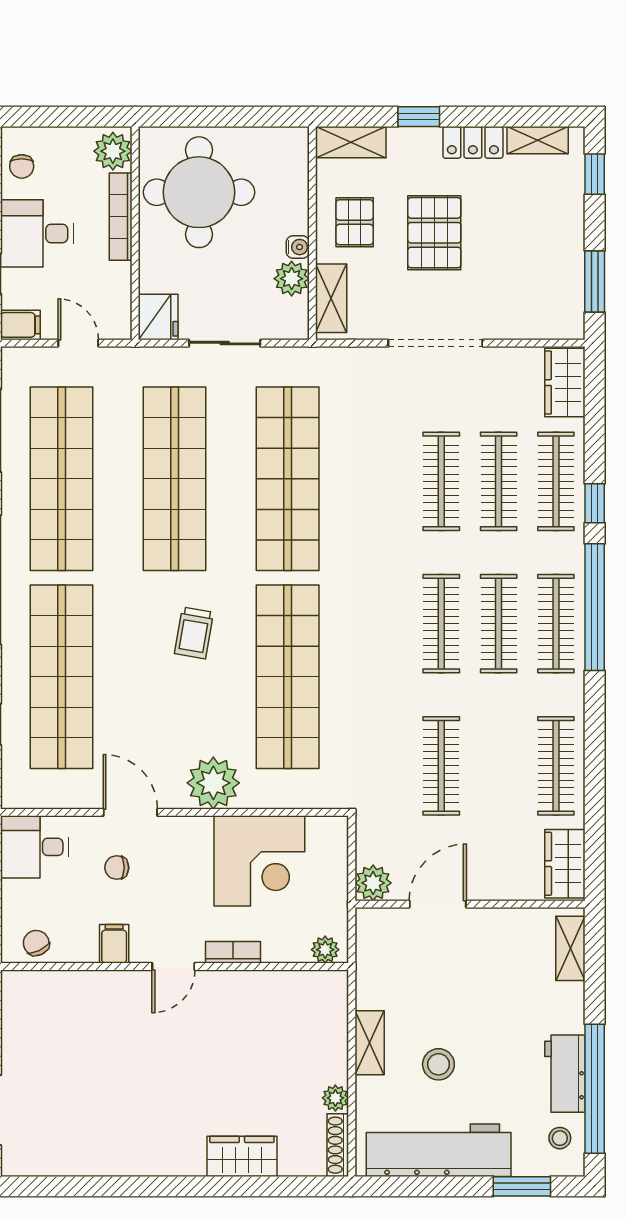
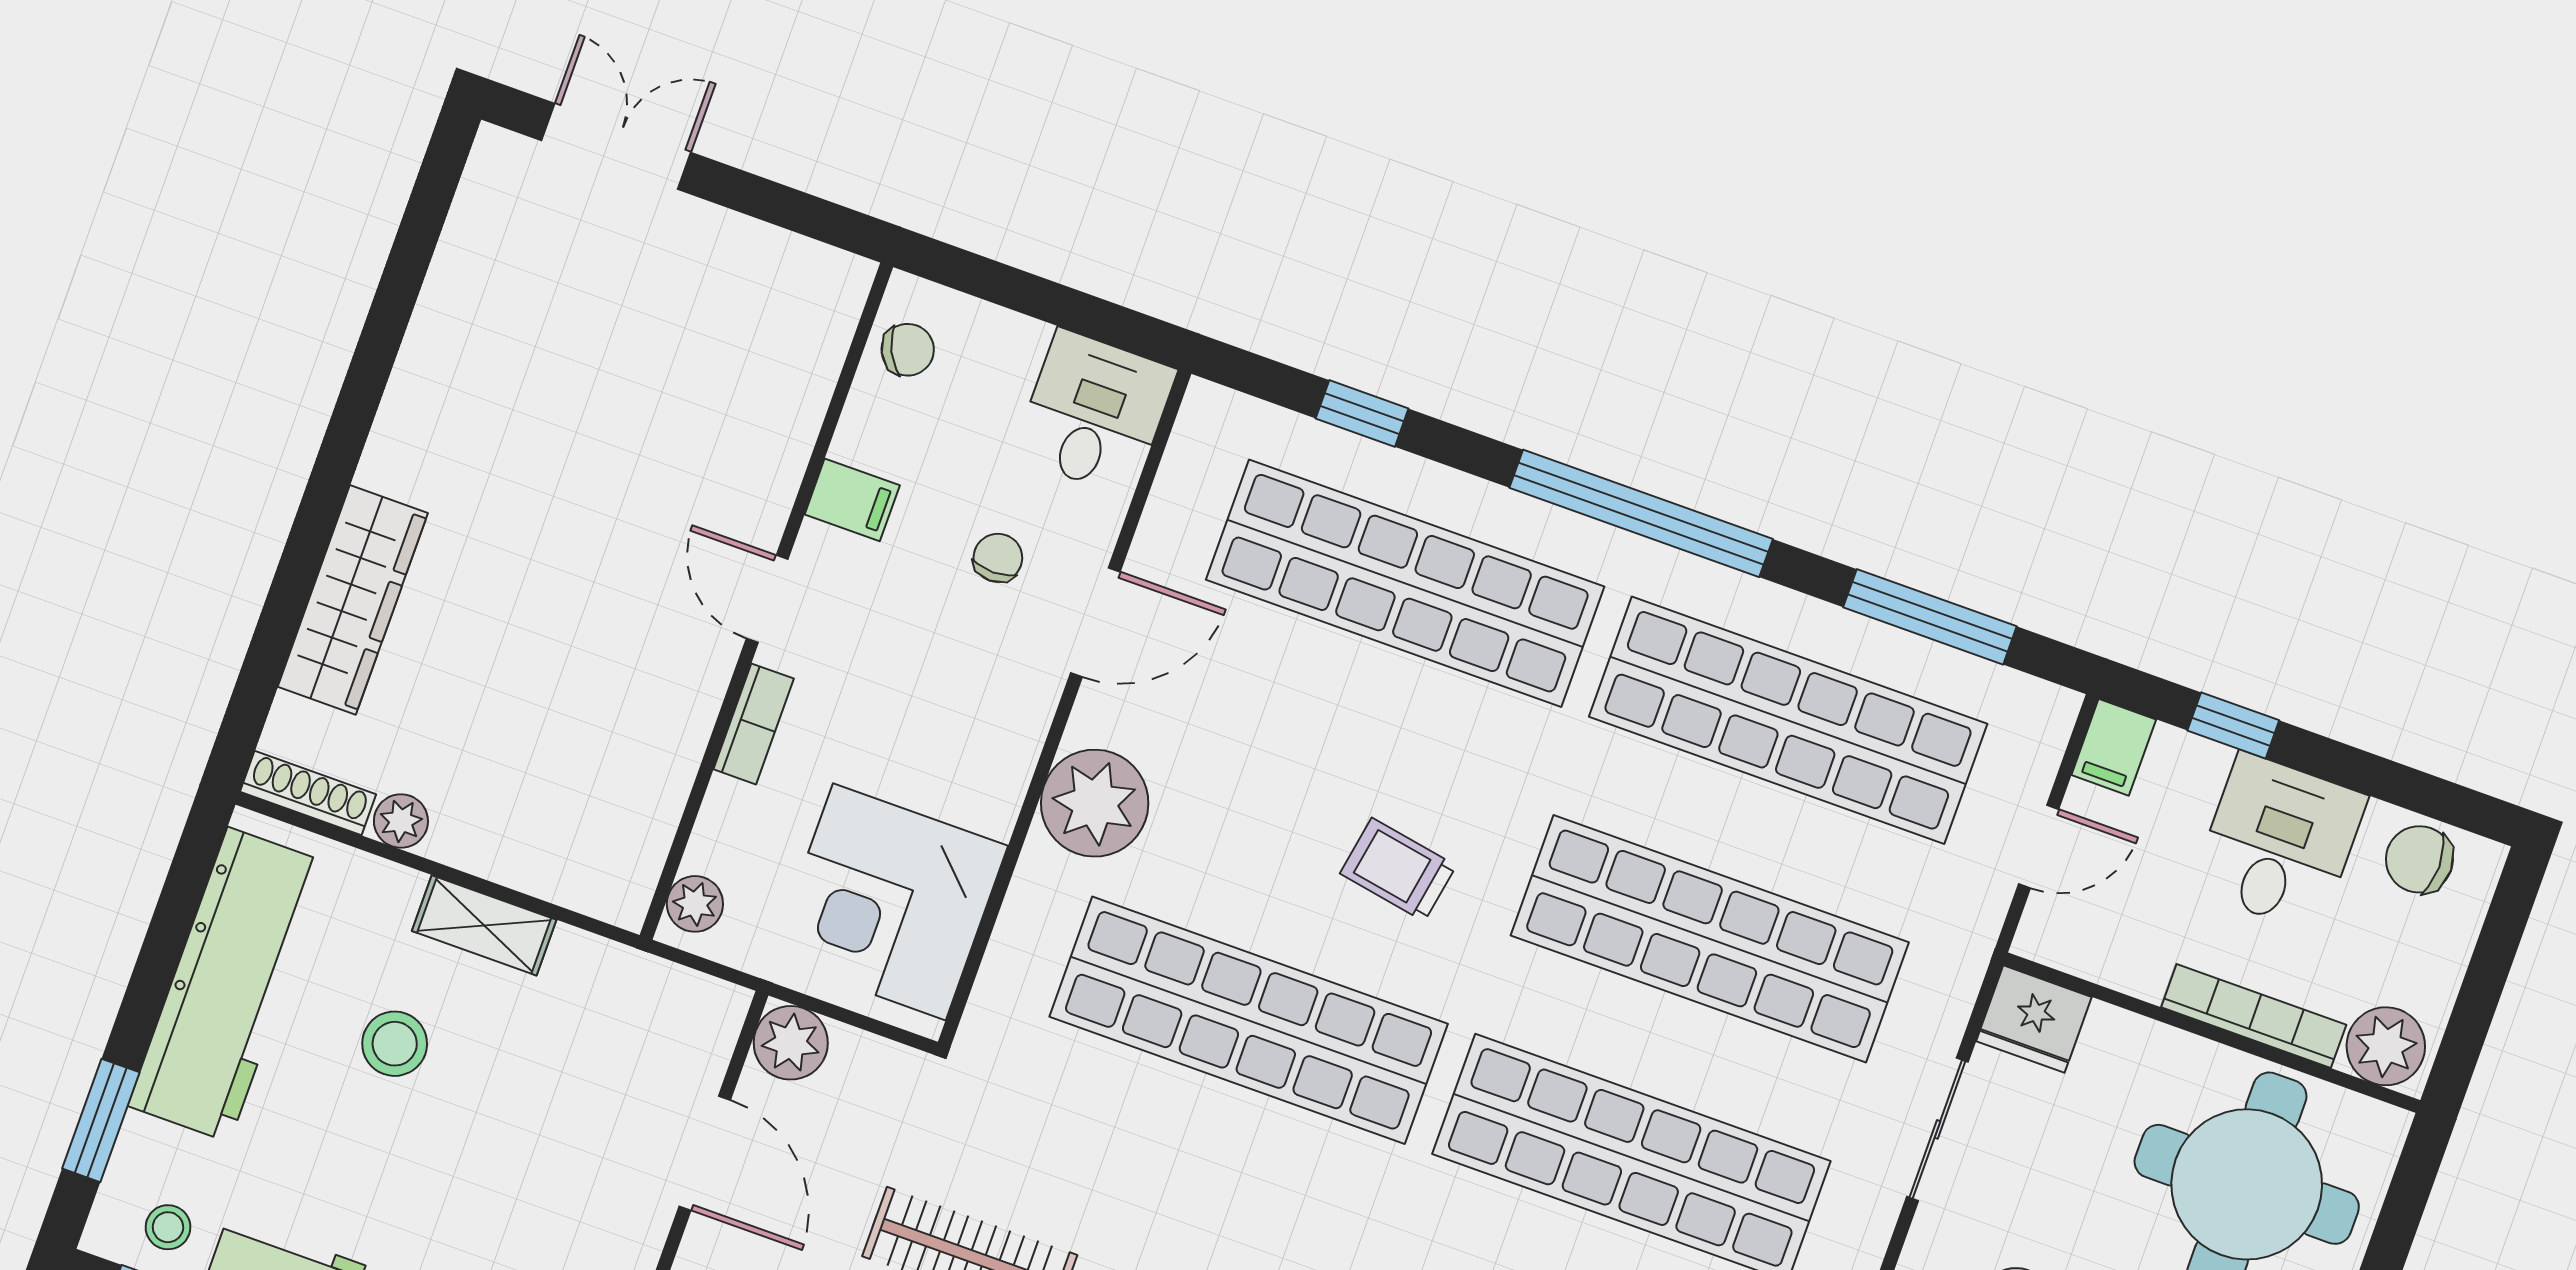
chair: (22, 166) -> (2419, 859), width x1.37, depth x1.37
corner desk: (259, 861) -> (889, 902), moved
wardrobe: (242, 1156) -> (353, 600), width x1.50

